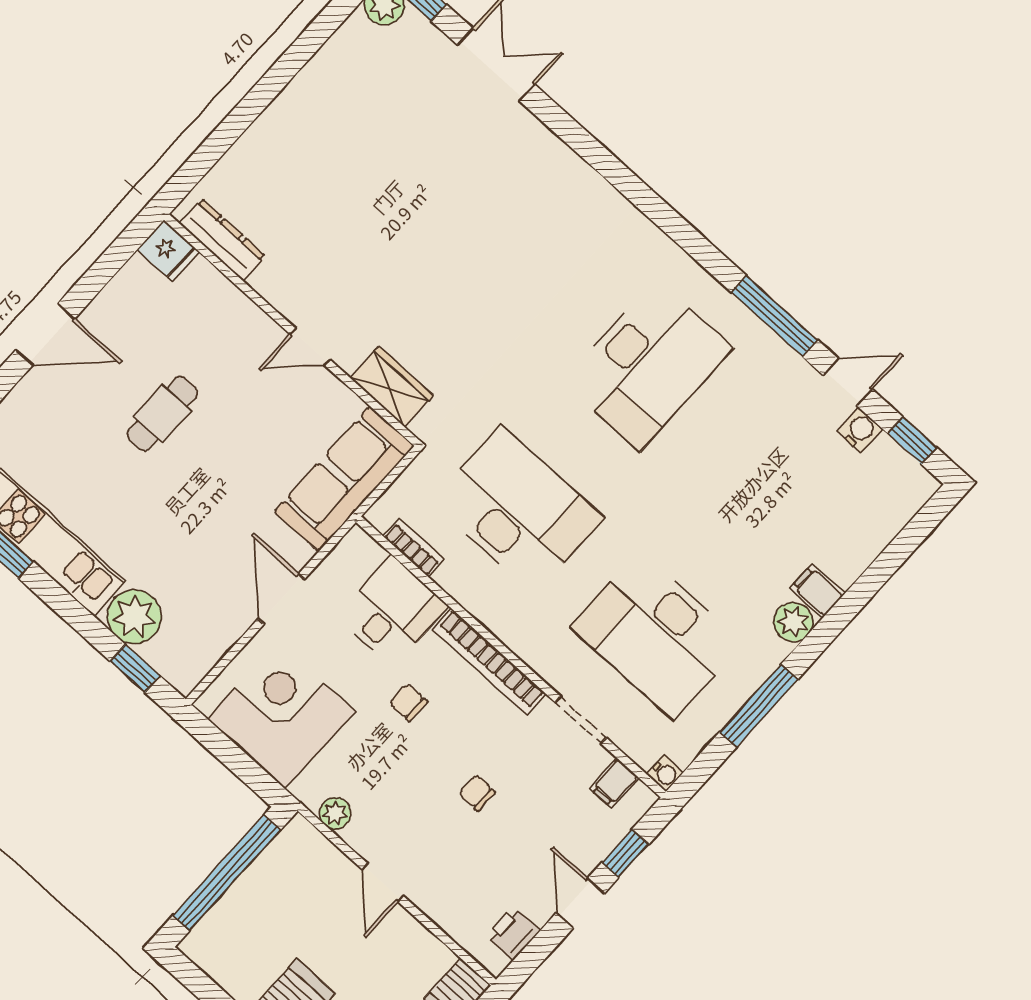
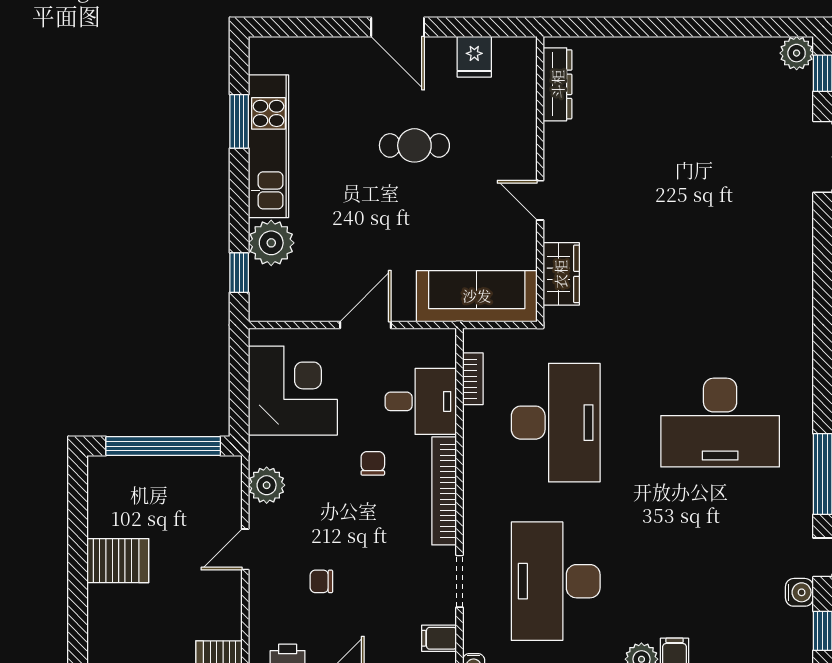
fridge: (168, 251) -> (474, 57), moved
chair: (477, 793) -> (321, 581), moved, turned -90
plant: (335, 813) -> (267, 485), width x1.38, depth x1.38

